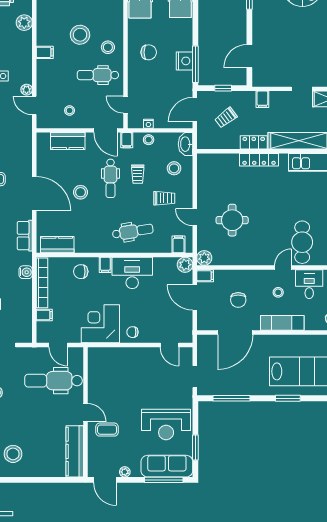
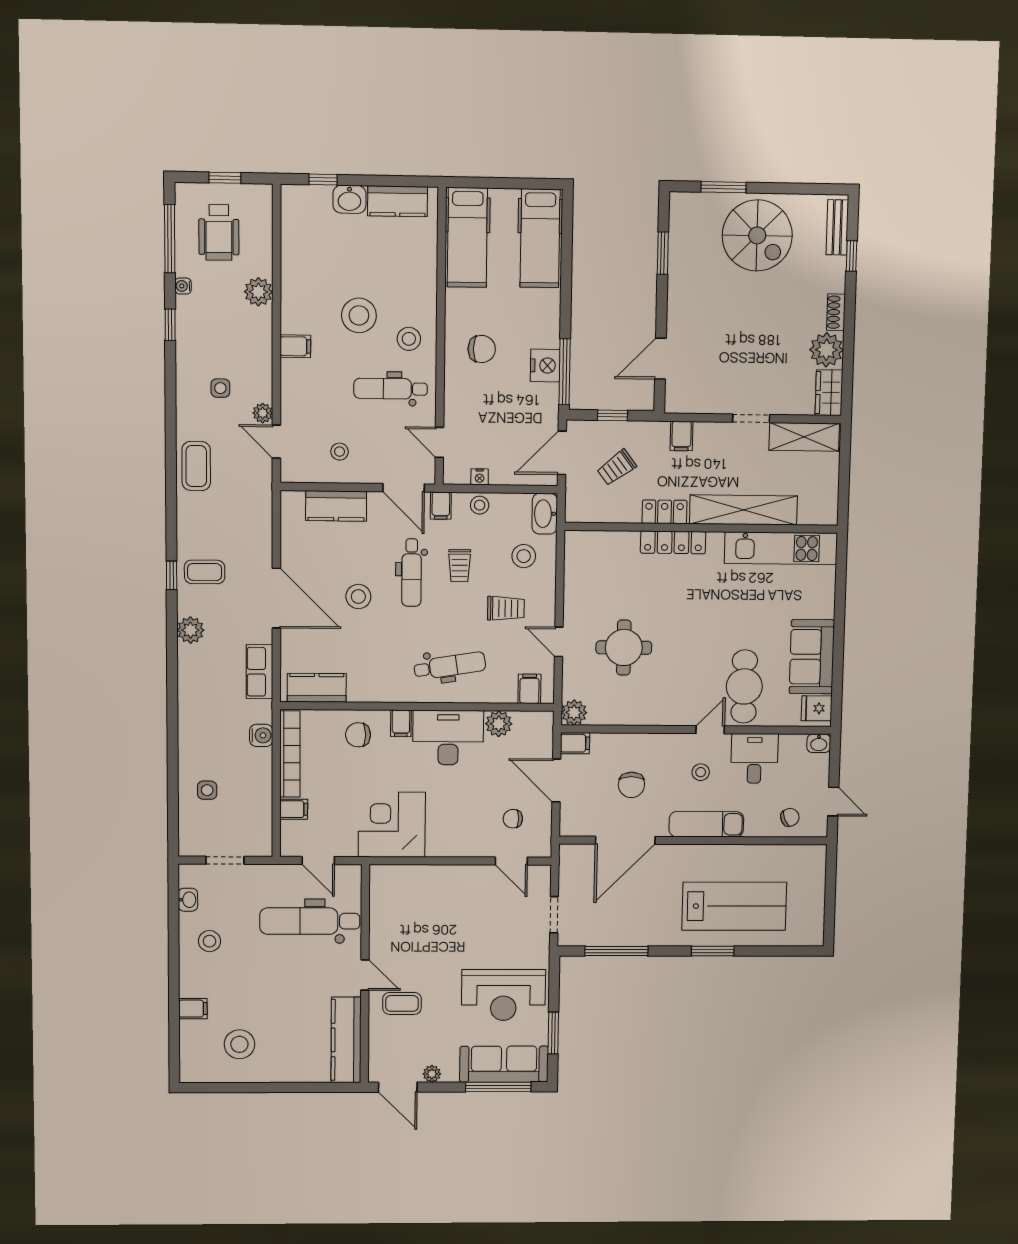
plant: (185, 265) -> (499, 724), moved
chair: (132, 332) -> (513, 819), moved

